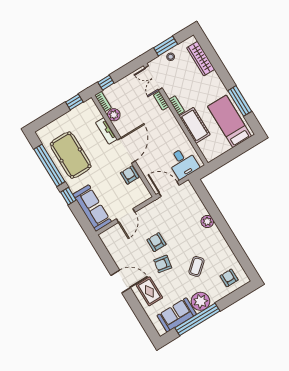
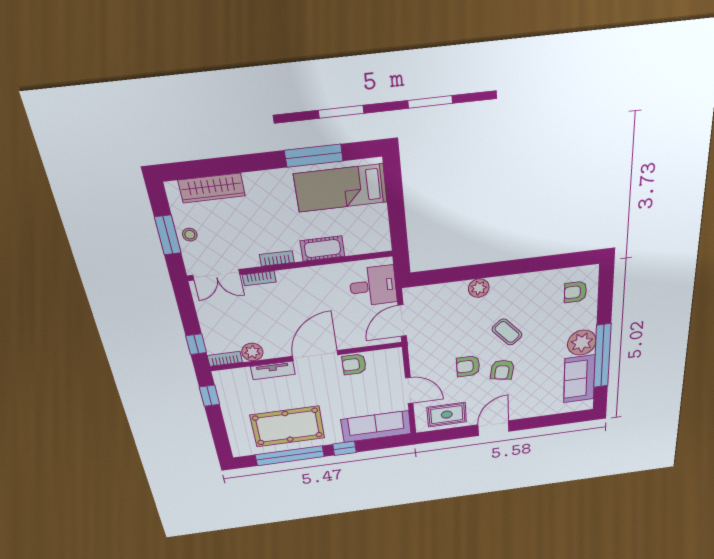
cot: (195, 125) -> (322, 249), width x0.73, depth x0.75
door: (126, 150) -> (315, 355), hinge flipped
coffee table: (196, 266) -> (507, 332), moved
rug: (149, 291) -> (447, 415), moved

